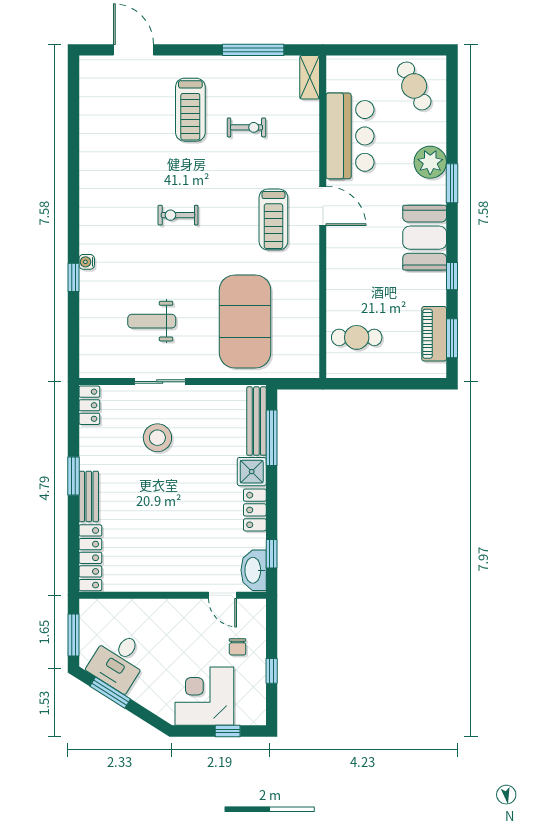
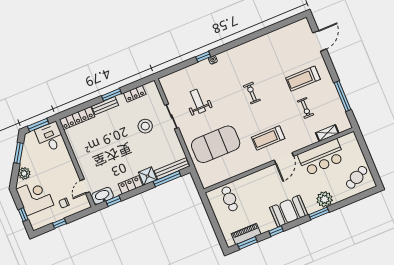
shelving: (310, 77) -> (327, 133), moved
locker: (89, 405) -> (135, 94), moved
desk: (118, 661) -> (50, 137), moved, turned 58
plant: (152, 698) -> (24, 173), added

